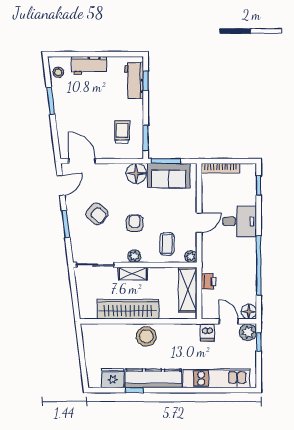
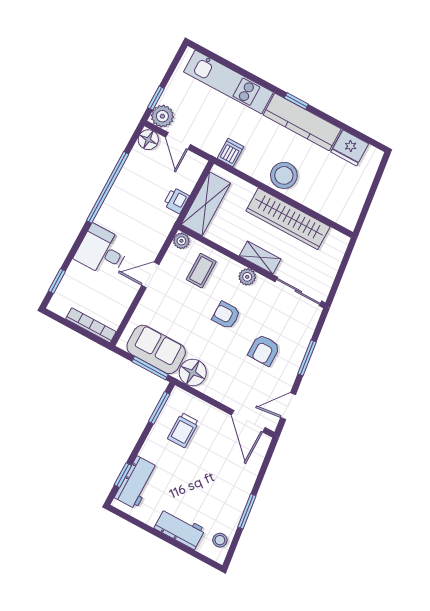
armchair: (97, 214) -> (264, 350), turned -131
armchair: (135, 223) -> (226, 315), turned 90
dishwasher: (207, 332) -> (230, 153), moved
window: (134, 390) -> (296, 101), moved

